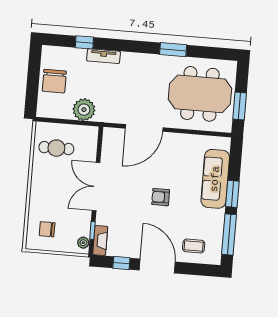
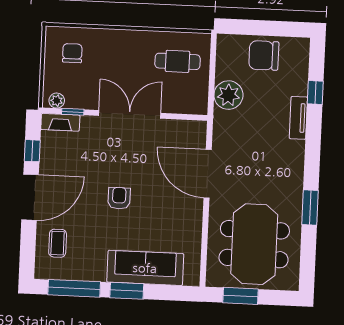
cafe table: (56, 148) -> (178, 61), turned 90

